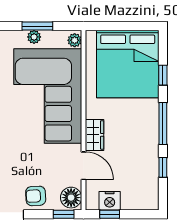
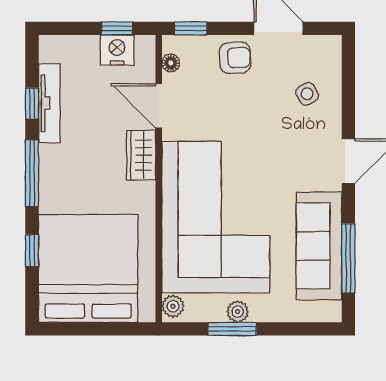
tv unit: (152, 167) -> (49, 103), added
floor lamp: (71, 198) -> (171, 63), width x0.53, depth x0.53

